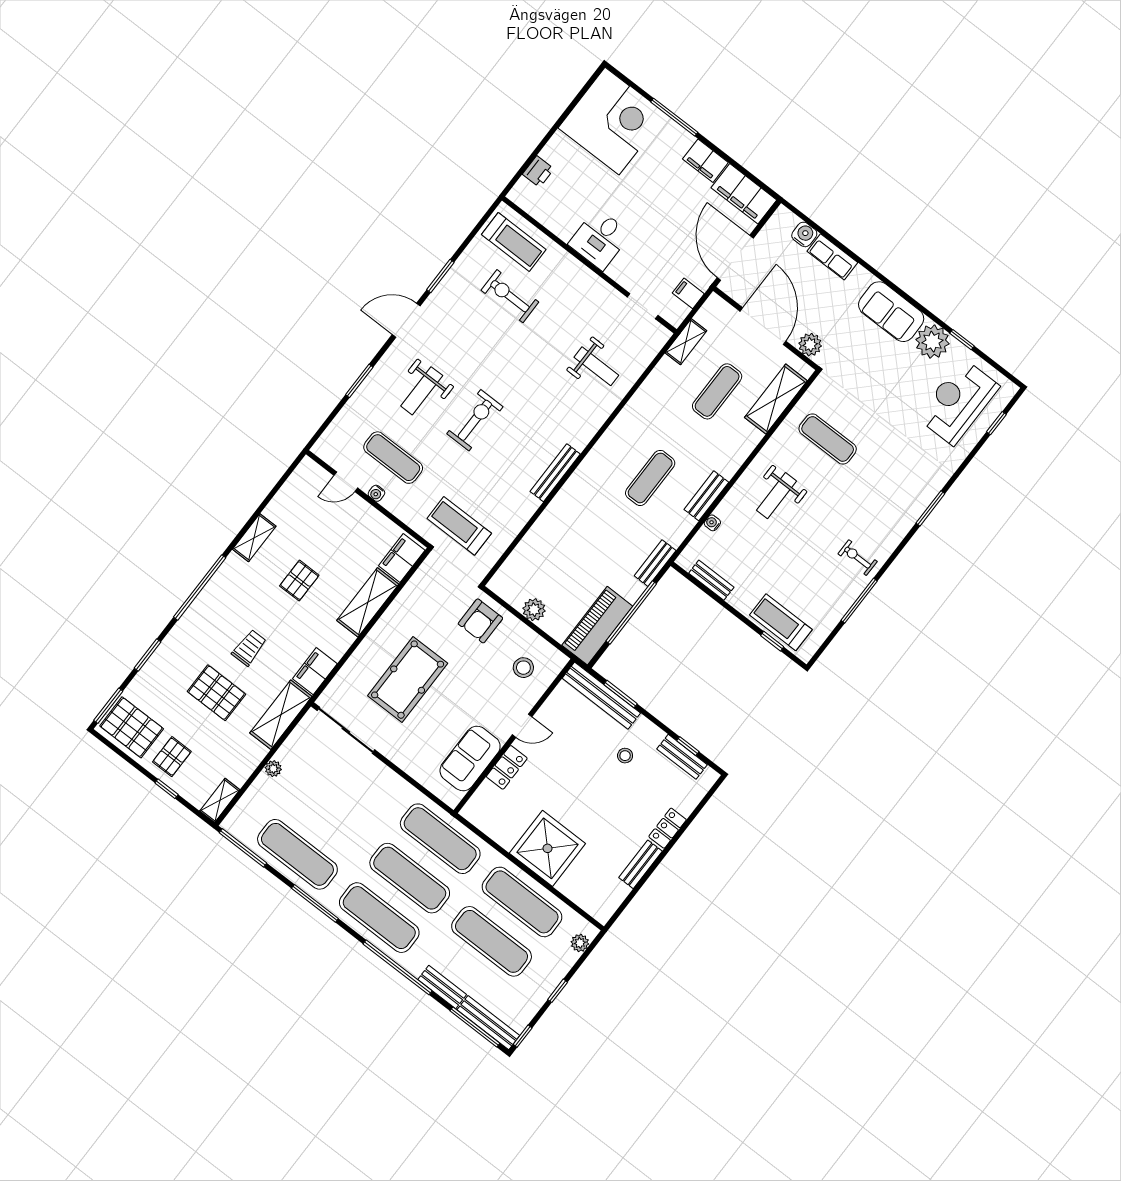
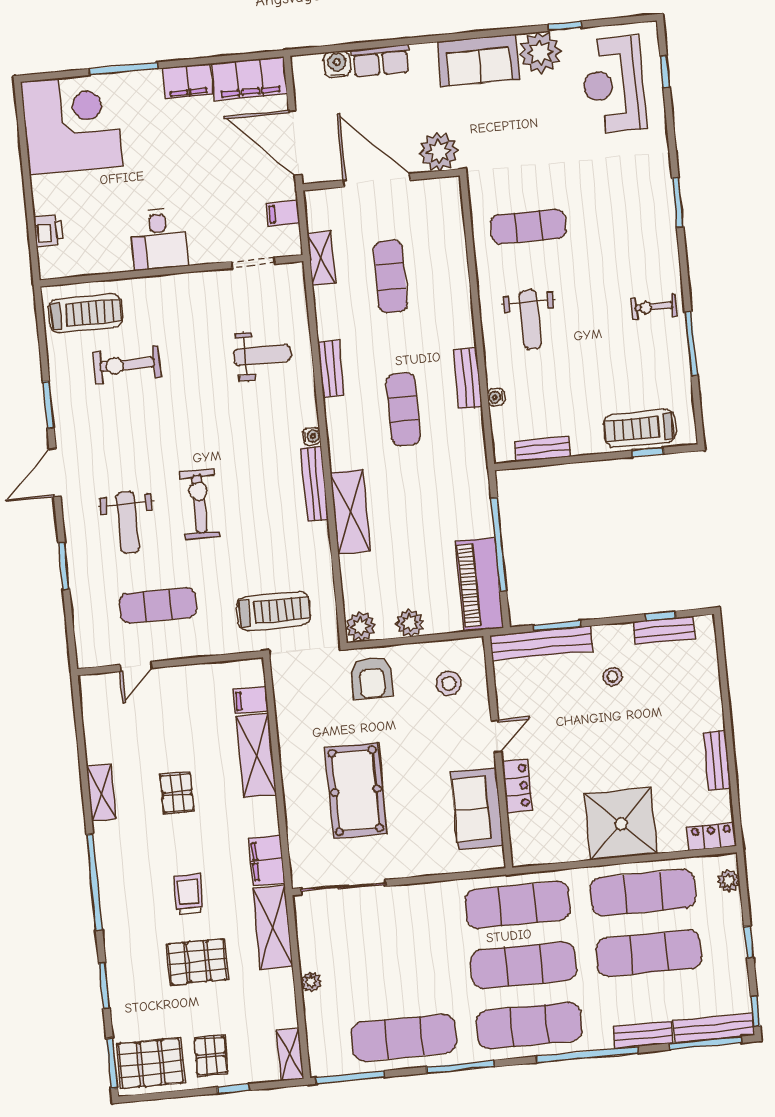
plant: (810, 345) -> (439, 152), width x1.36, depth x1.36
shelving: (776, 399) -> (350, 512), moved
water cooler: (376, 493) -> (312, 436), moved, turned -90
treadmill: (459, 526) -> (274, 611), turned 180
filing cabinet: (402, 558) -> (250, 700), width x0.50
bench: (655, 563) -> (331, 369), moved
plant: (503, 584) -> (361, 627), added
locker: (668, 828) -> (712, 836), moved, turned 90

